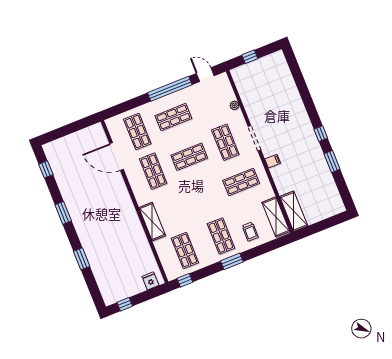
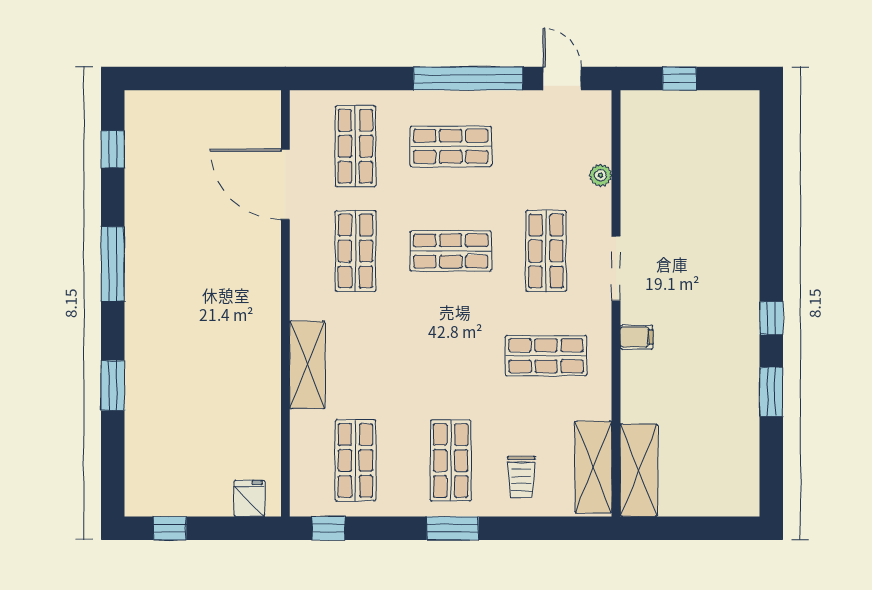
window: (63, 213) -> (113, 264), width x1.44

